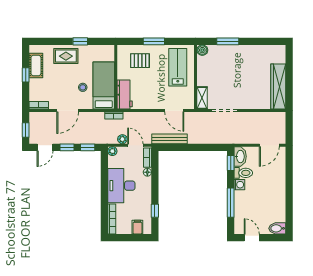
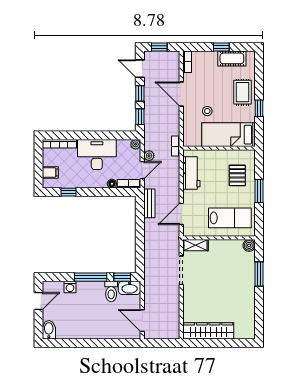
bed: (104, 85) -> (228, 135), moved, turned 180
workbench: (125, 95) -> (191, 173), moved, turned -90
bench: (170, 139) -> (149, 203), width x0.73
washing machine: (239, 185) -> (70, 287), moved
window: (231, 203) -> (91, 277), moved

